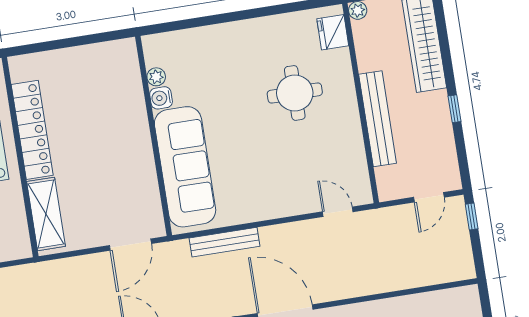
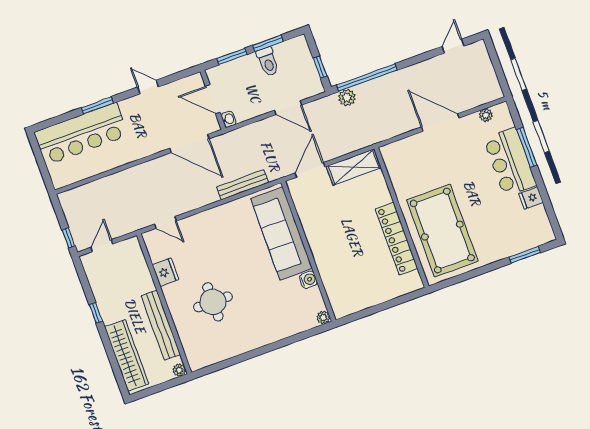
fridge: (333, 32) -> (165, 272), moved
plant: (156, 77) -> (323, 317), moved
bench: (378, 119) -> (161, 325), moved
shelving: (46, 214) -> (354, 167), moved, turned 90

